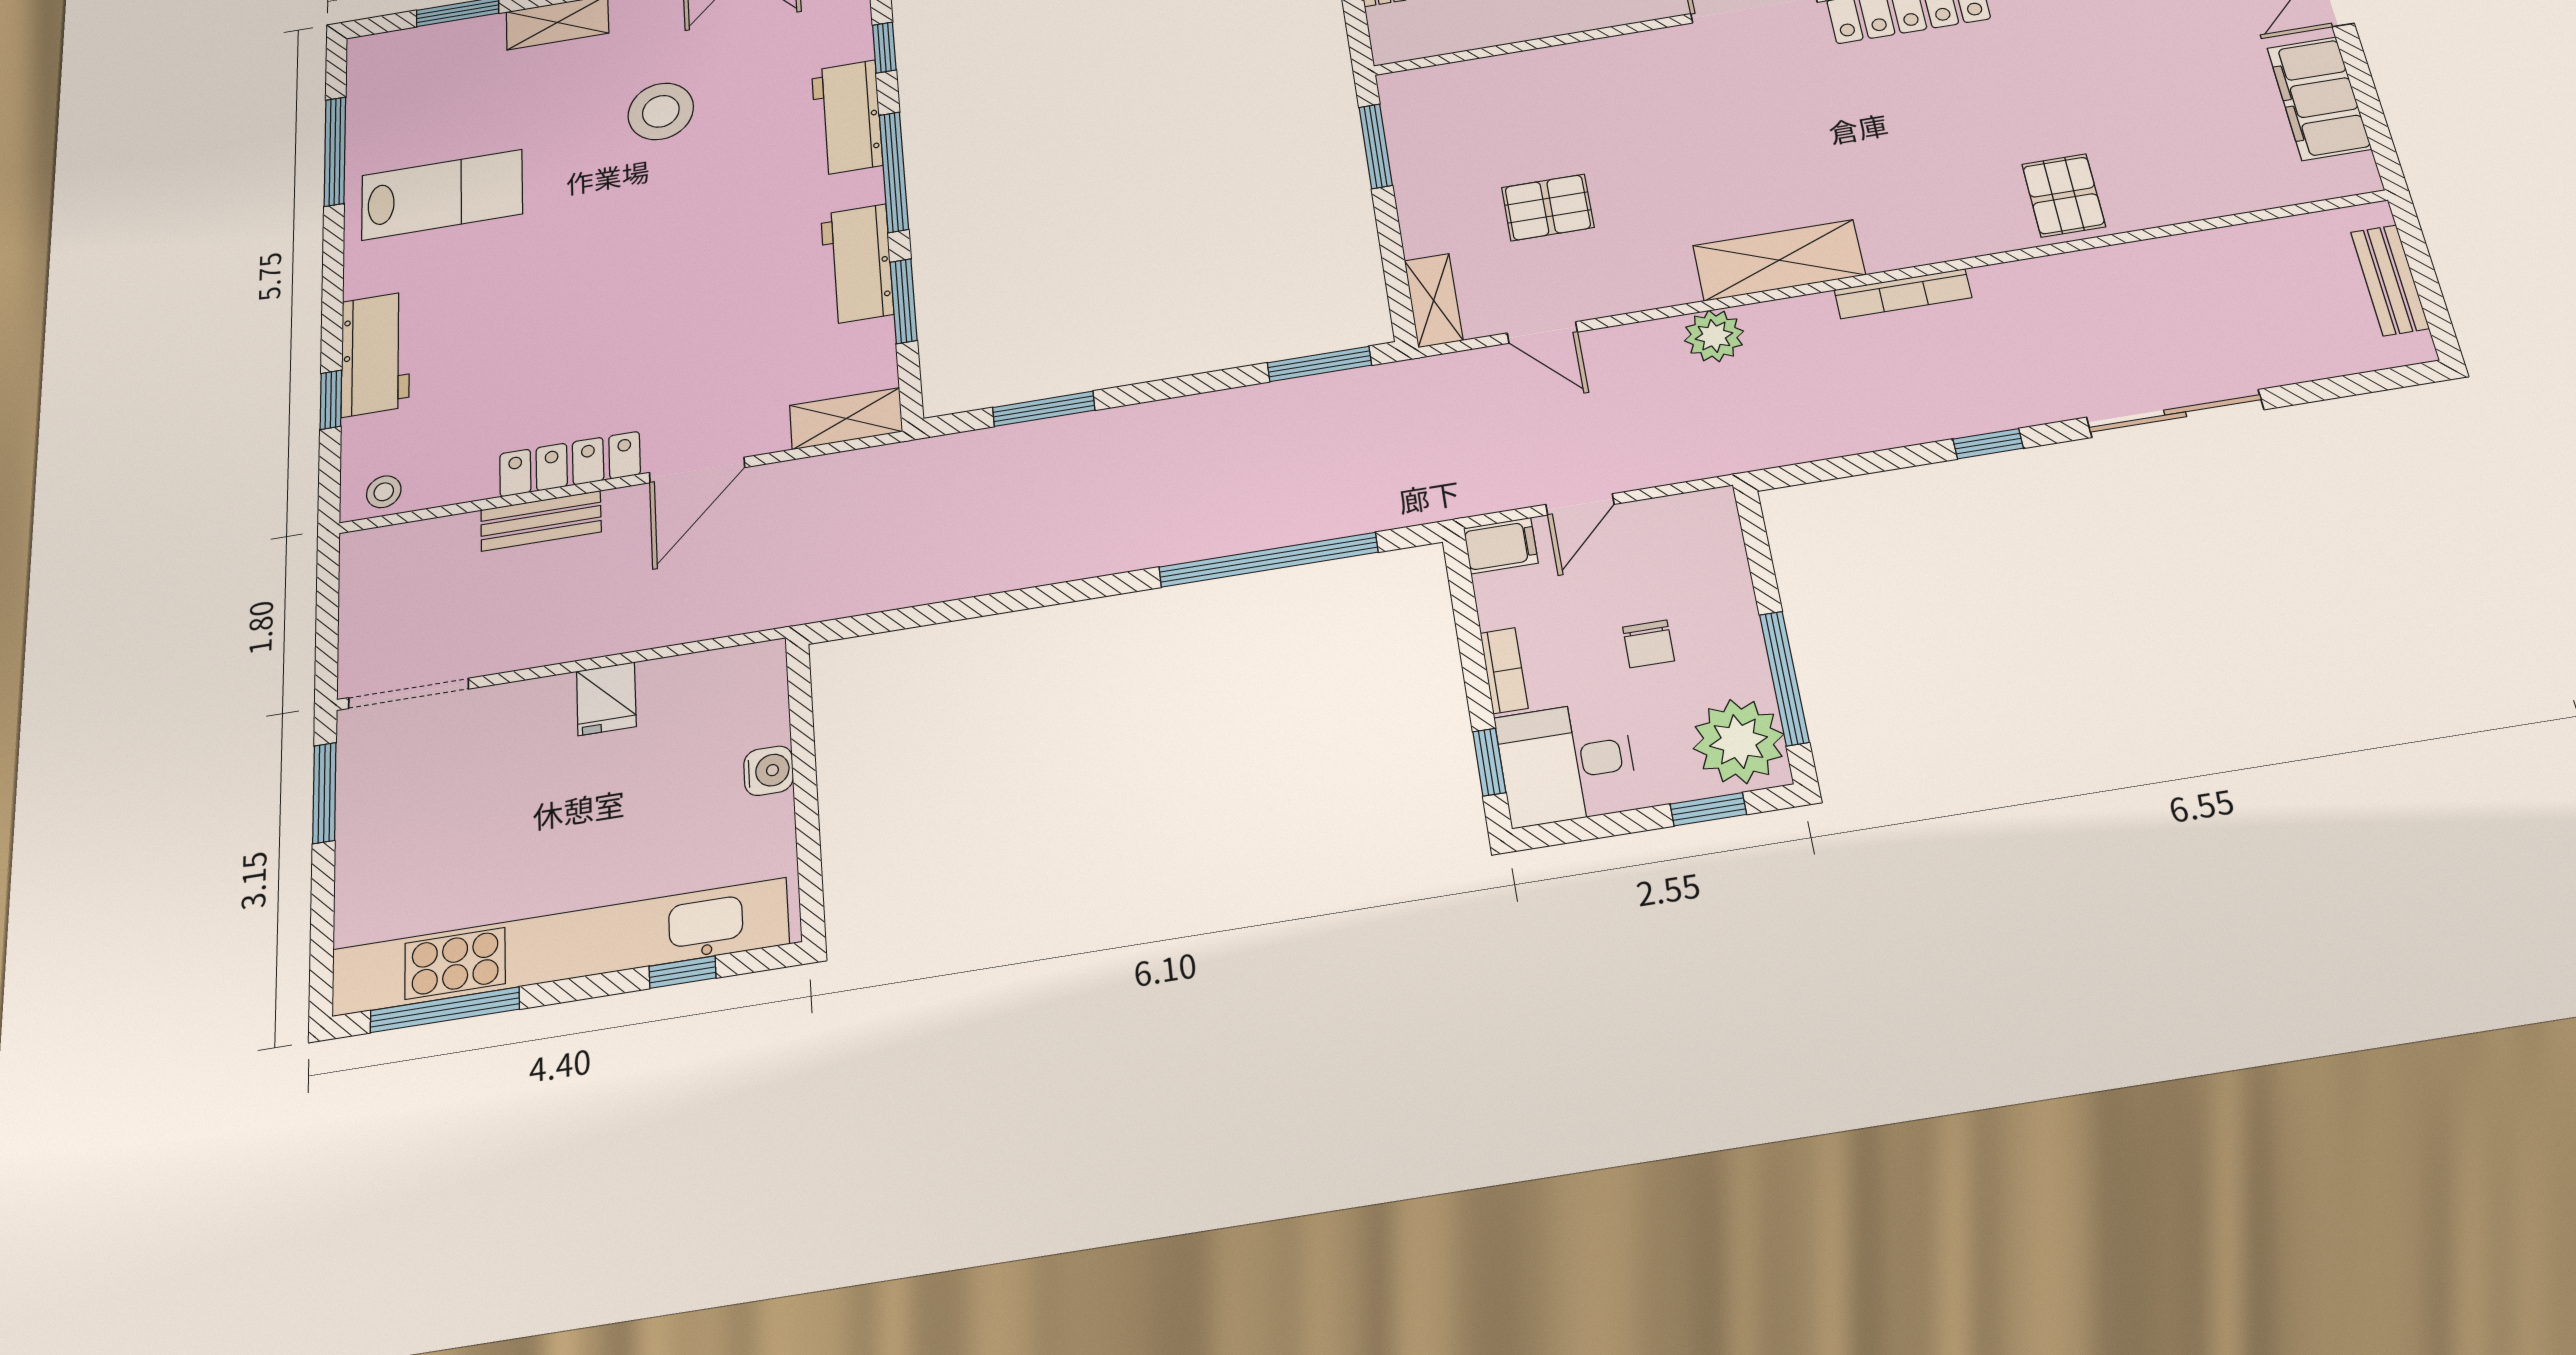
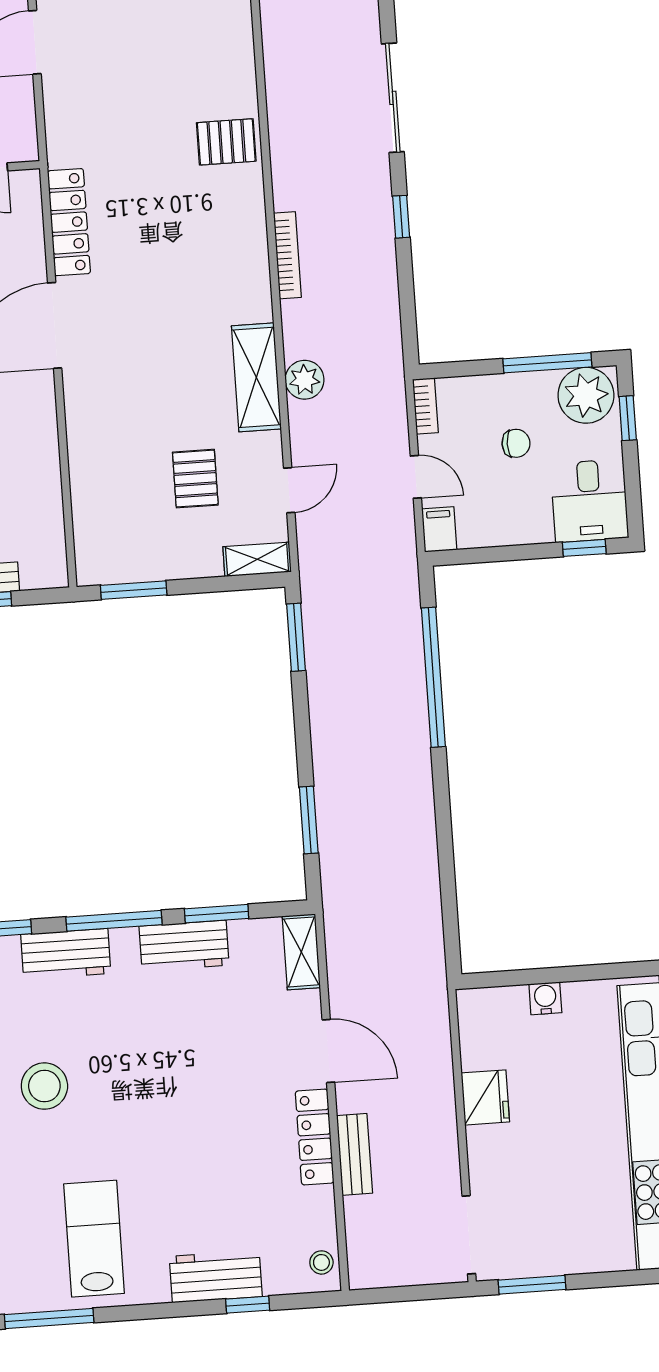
shelving: (1779, 260) -> (256, 377), moved
bookcase: (1504, 671) -> (425, 406), moved, turned 90
fridge: (606, 699) -> (485, 1097), width x1.38

